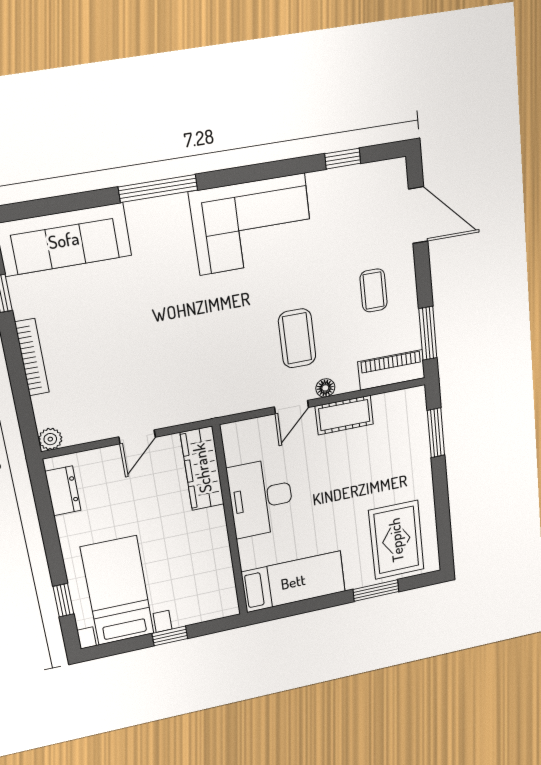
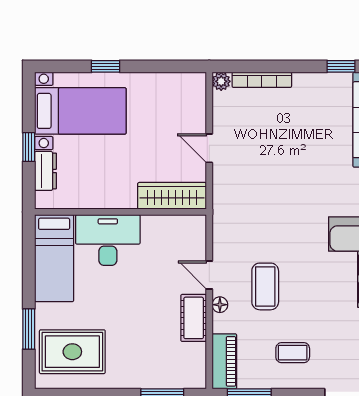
coffee table: (297, 338) -> (265, 286), turned 90
bookcase: (32, 357) -> (262, 80), moved
dresser: (63, 491) -> (45, 171), moved, turned -90
desk: (261, 498) -> (108, 240), moved
window: (63, 600) -> (106, 66), moved

